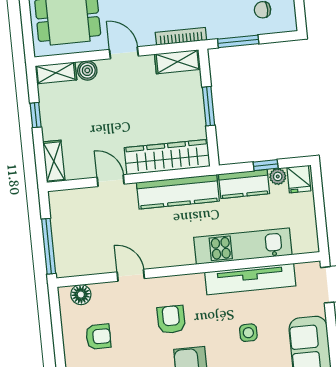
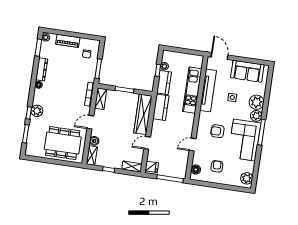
fridge: (299, 179) -> (152, 167), moved
kitchen counter: (178, 192) -> (161, 107), width x0.67

